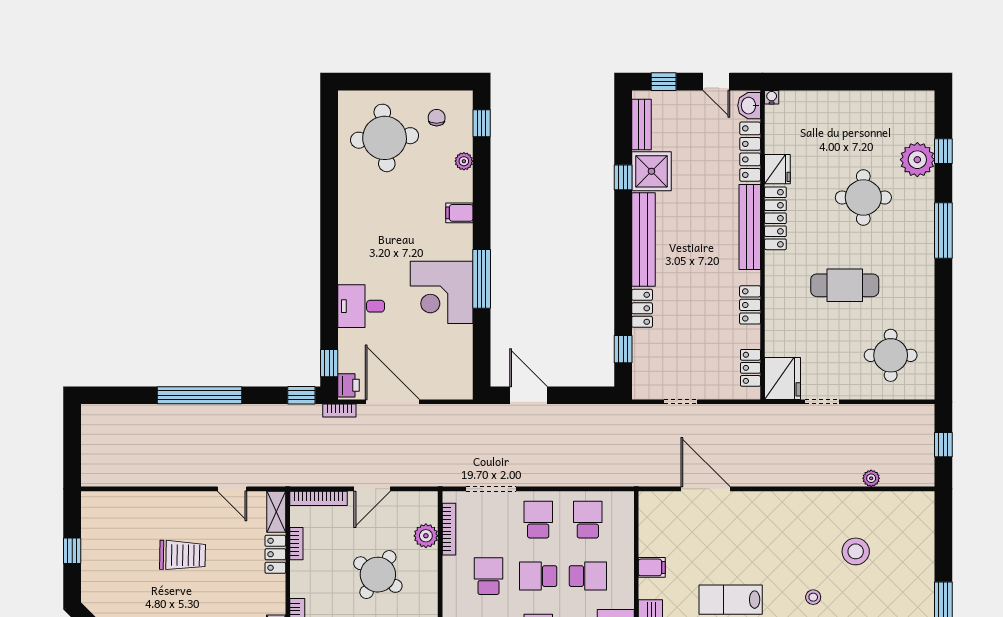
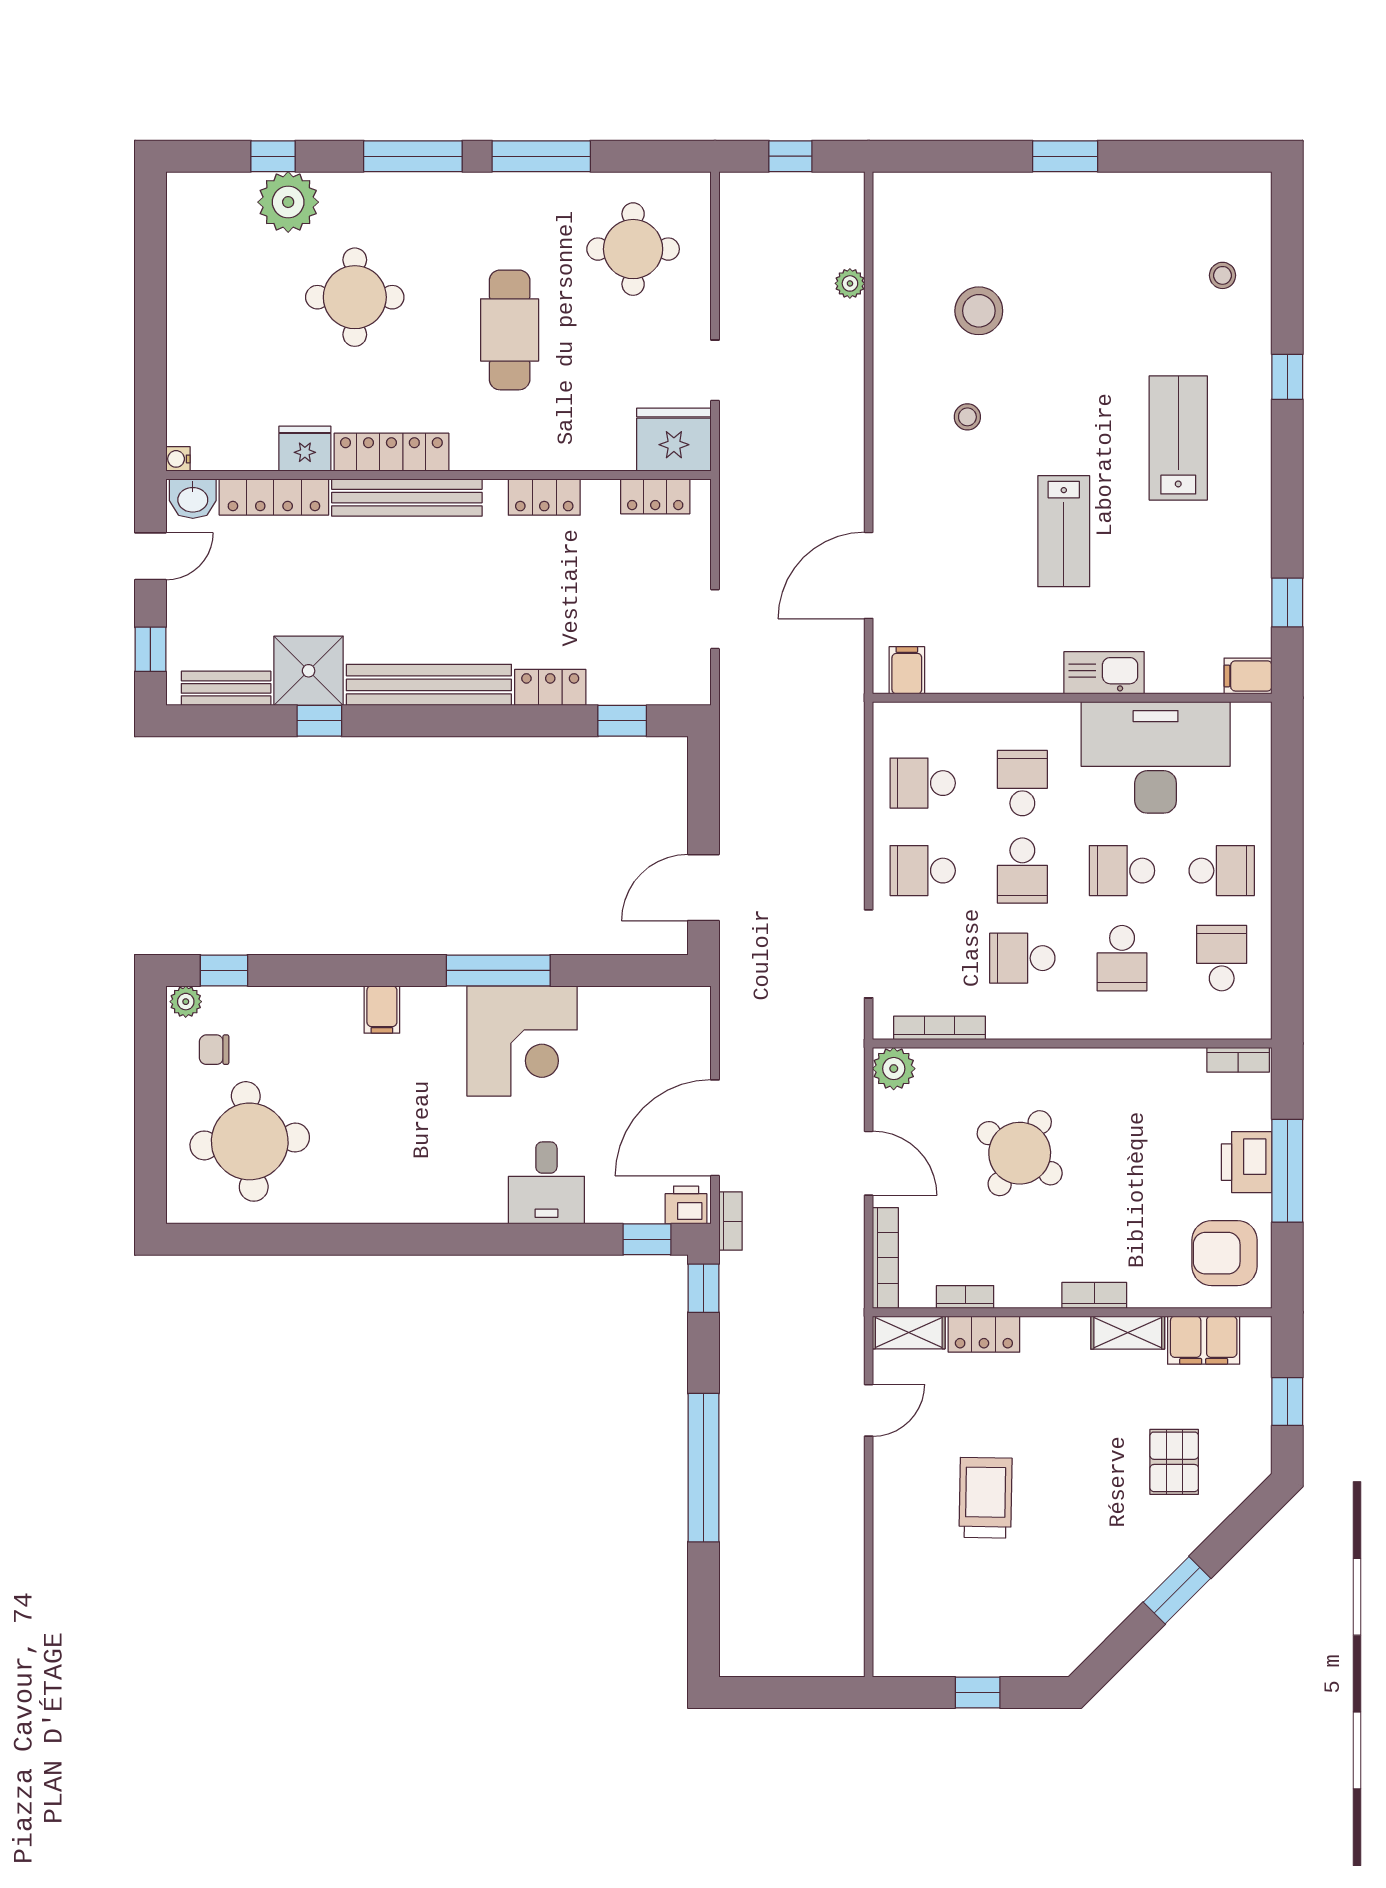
plant: (464, 161) -> (186, 1002), moved
window: (943, 303) -> (541, 156), added
plant: (426, 536) -> (894, 1069), moved
filing cabinet: (652, 567) -> (907, 670), moved
stool: (813, 597) -> (967, 417), moved

